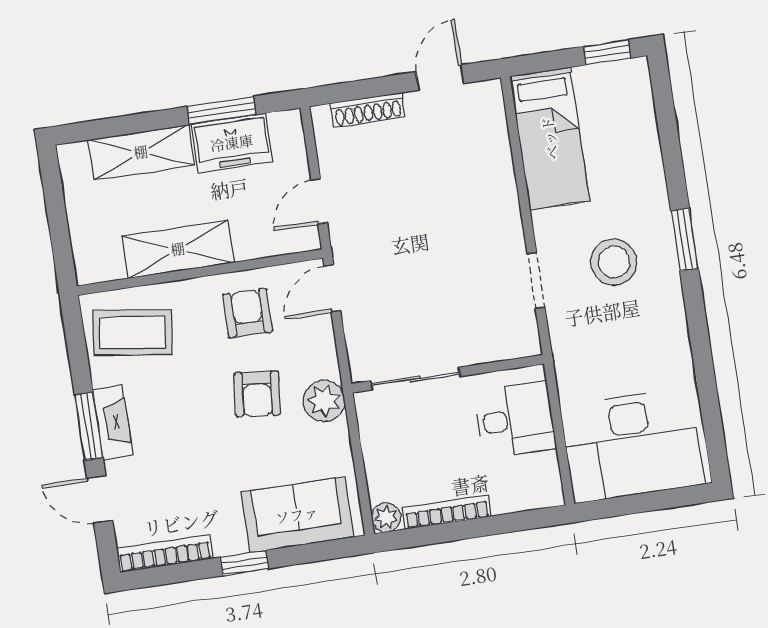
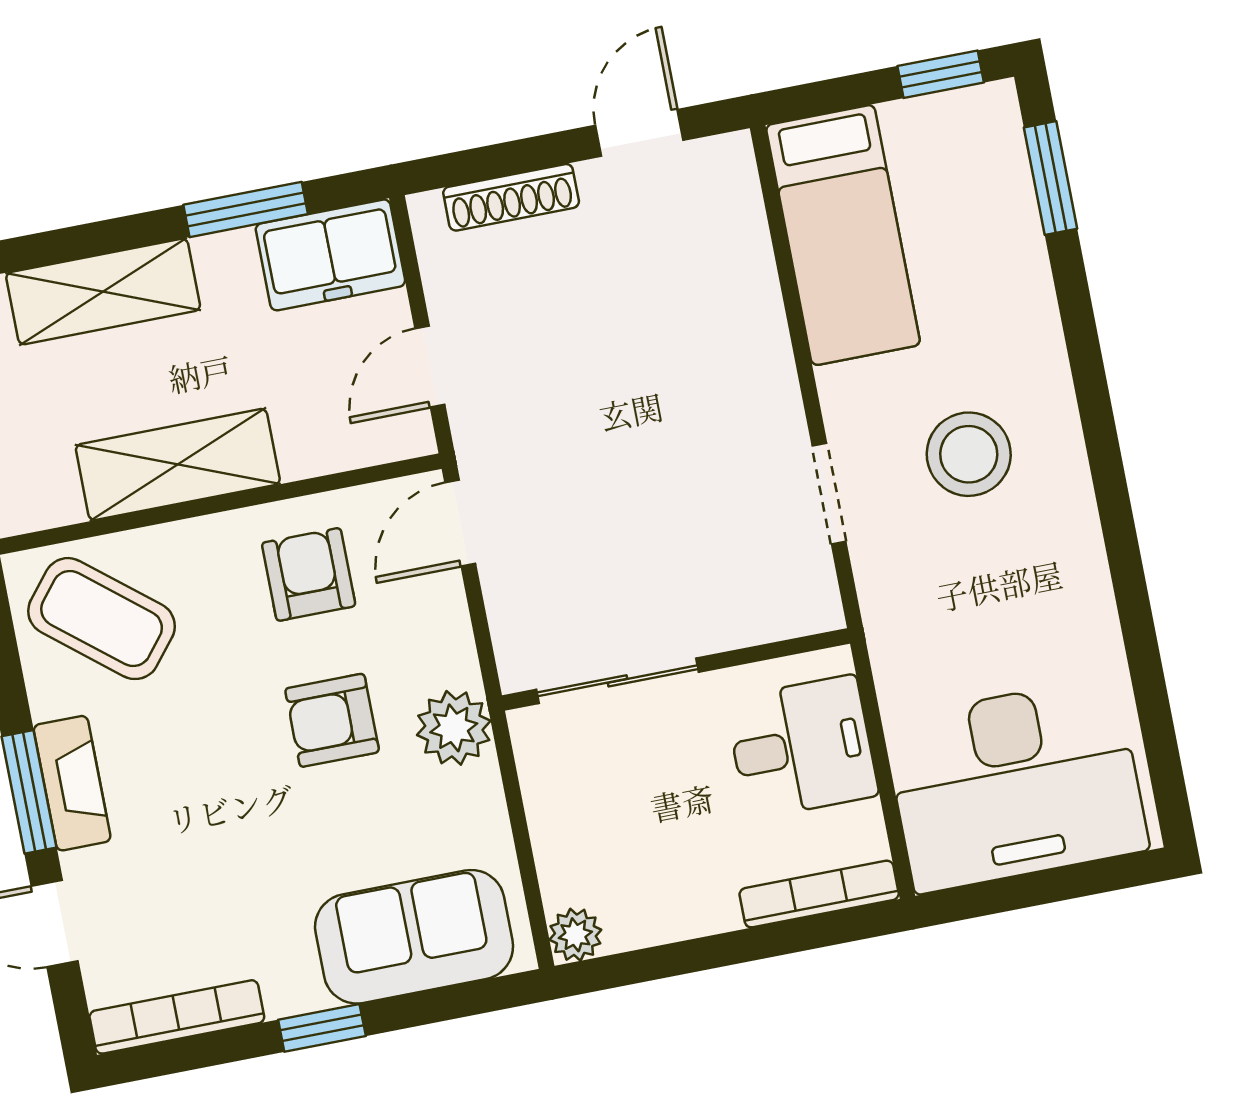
freezer: (232, 143) -> (330, 255), moved
window: (685, 240) -> (1051, 178), moved
coffee table: (133, 333) -> (102, 619), turned 31
armchair: (257, 394) -> (332, 720), turned 84
bookcase: (447, 512) -> (819, 894), moved

